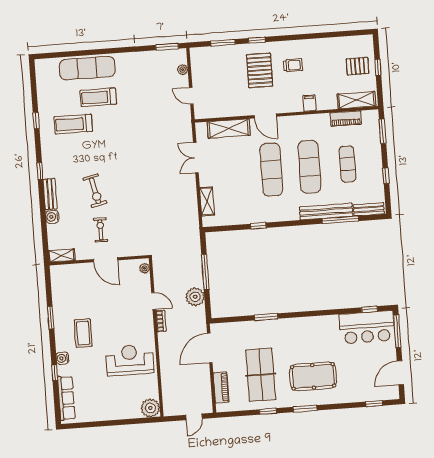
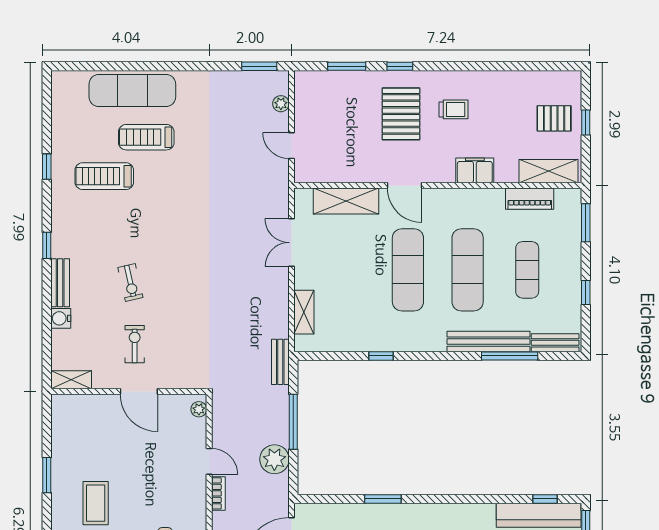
filing cabinet: (309, 103) -> (475, 170), width x2.00
exercise bike: (95, 191) -> (130, 283), width x0.73, depth x0.72
bench: (194, 234) -> (280, 362), added

